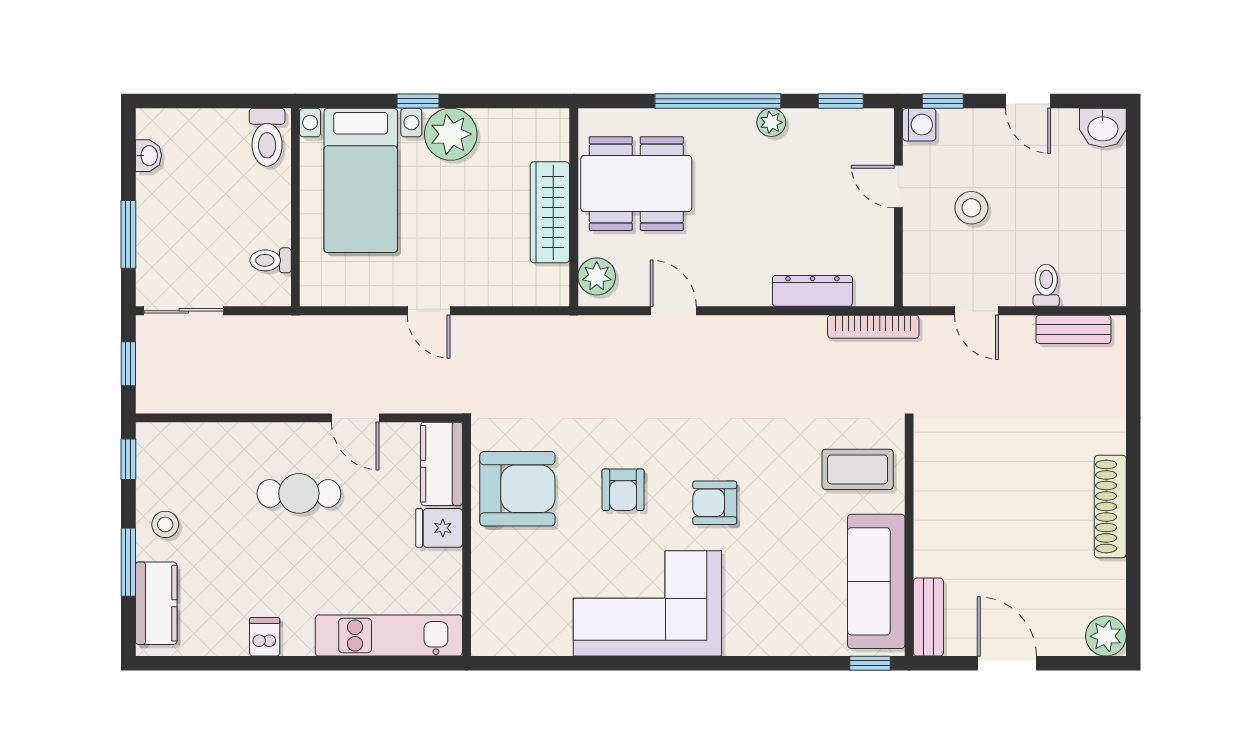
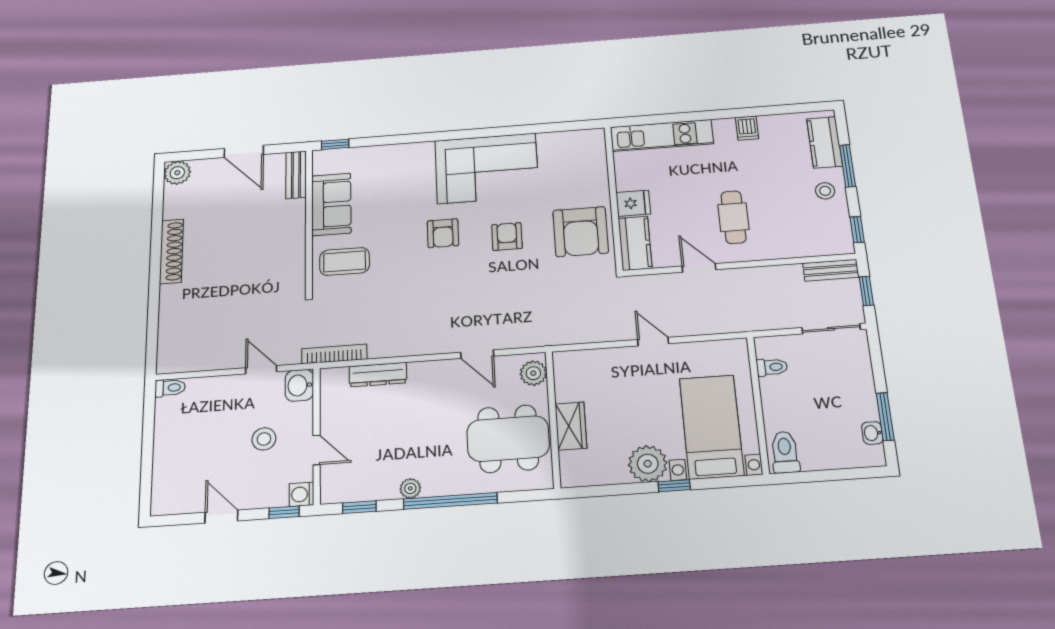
washbasin: (1103, 128) -> (299, 385), moved, turned -90
wardrobe: (550, 212) -> (571, 426), width x0.67
window: (128, 234) -> (885, 417), moved
toilet: (1046, 285) -> (170, 388), moved, turned -90
bench: (1073, 329) -> (831, 270), moved
armchair: (517, 489) -> (581, 232), turned -90
cafe table: (299, 493) -> (733, 217), turned 90
armchair: (715, 503) -> (443, 233), turned 90
sofa: (876, 581) -> (331, 204), width x0.73

